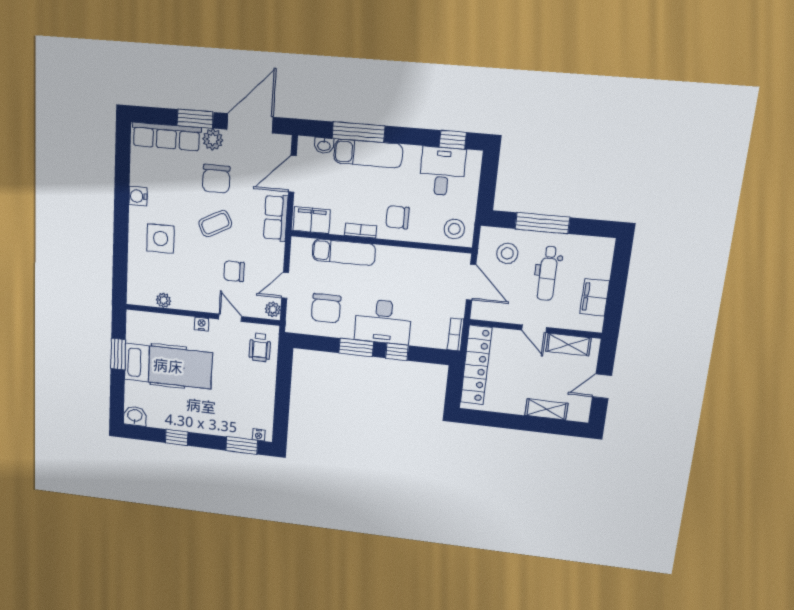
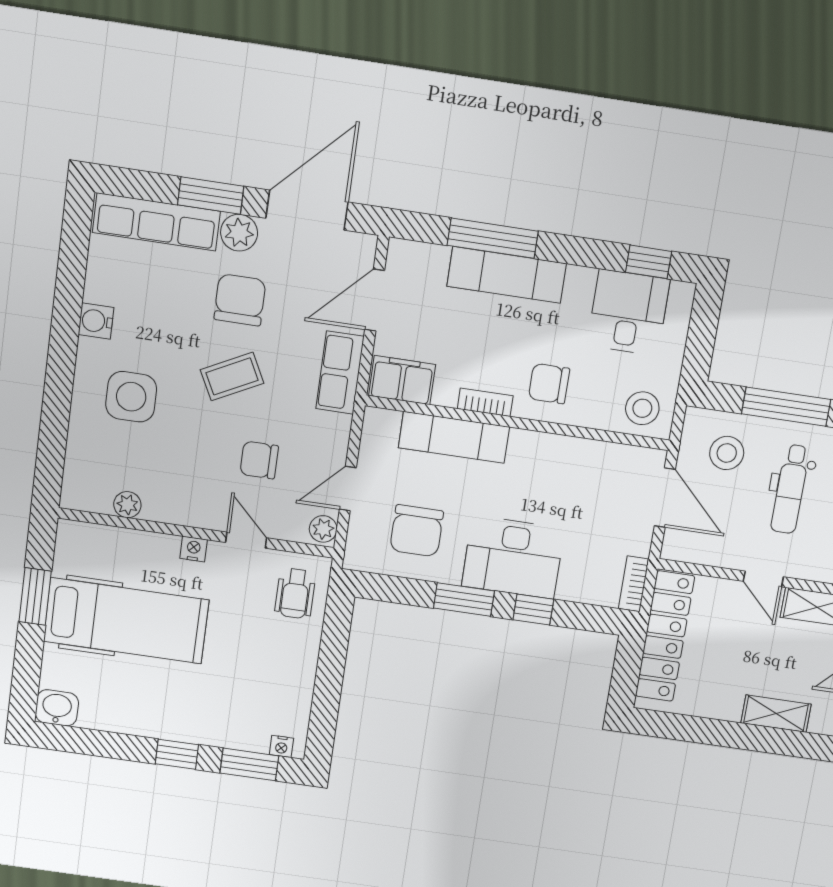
washbasin: (324, 145) -> (432, 256), removed
chair: (216, 179) -> (240, 300), turned 180
window: (177, 437) -> (177, 754), moved

